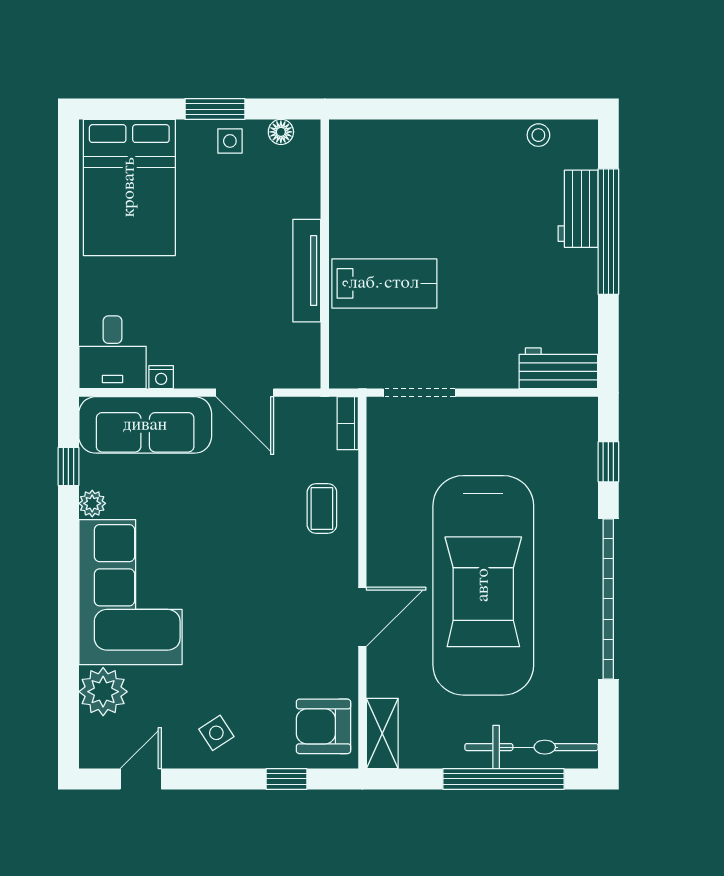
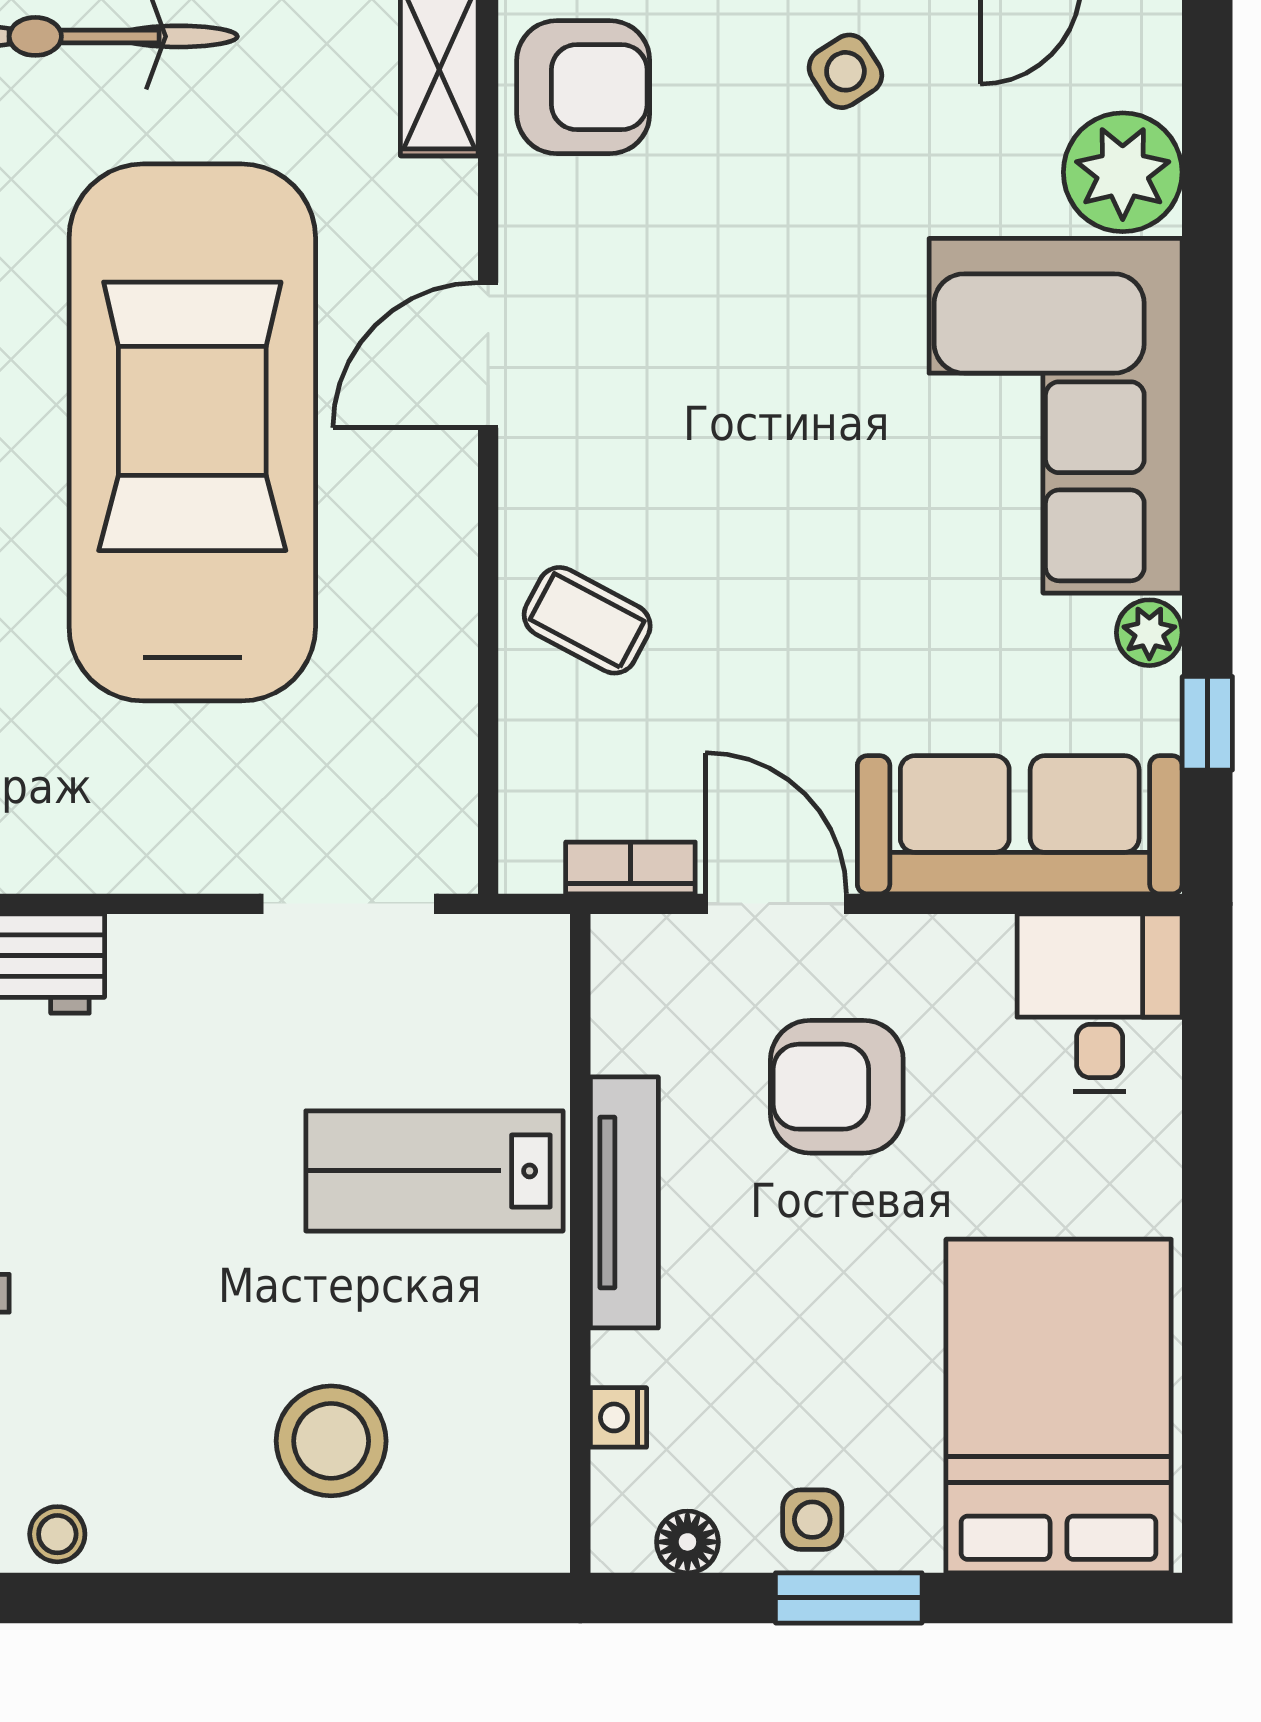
stool: (427, 173) -> (331, 1441), added
armchair: (220, 318) -> (837, 1087), added
nightstand: (161, 377) -> (618, 1417), moved, turned -90
bookcase: (348, 423) -> (630, 868), moved, turned -90
coffee table: (322, 509) -> (587, 620), turned -62

